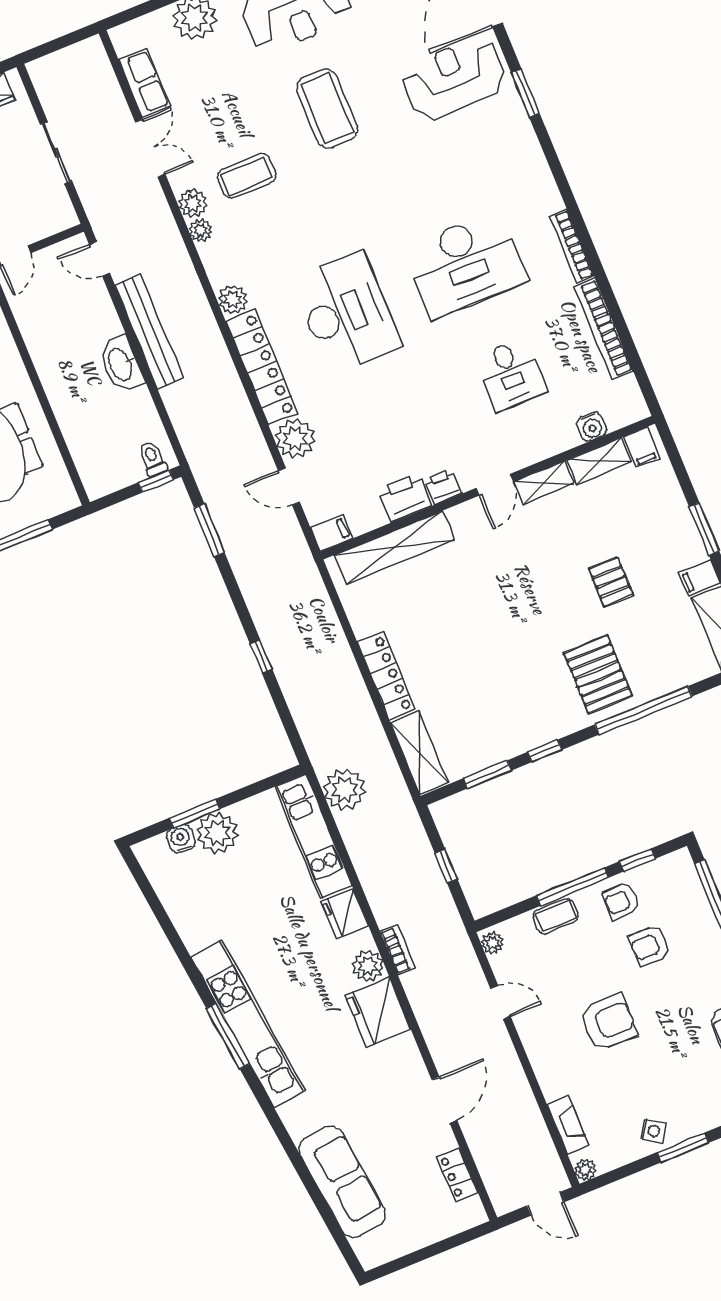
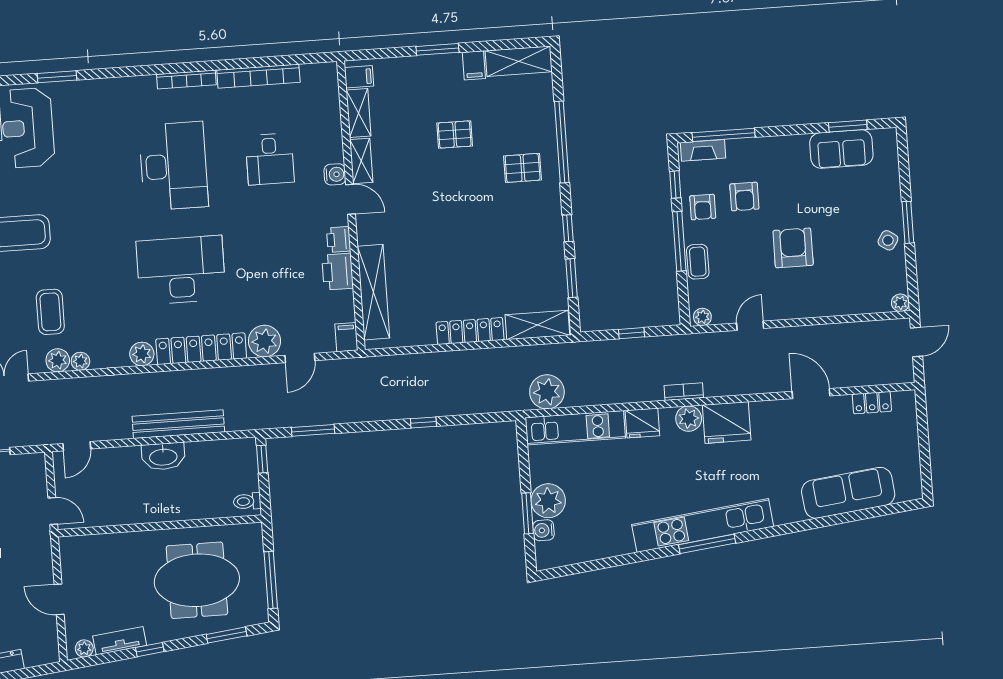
bench: (149, 332) -> (178, 424), moved
desk: (511, 375) -> (270, 159), turned 90
water cooler: (592, 427) -> (335, 174), moved
toilet: (152, 459) -> (247, 501), moved
pallet: (598, 674) -> (523, 168), width x0.67, depth x0.71
fireplace: (568, 1125) -> (703, 150), moved, turned 180

